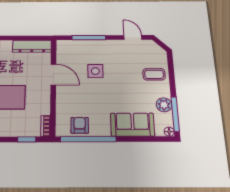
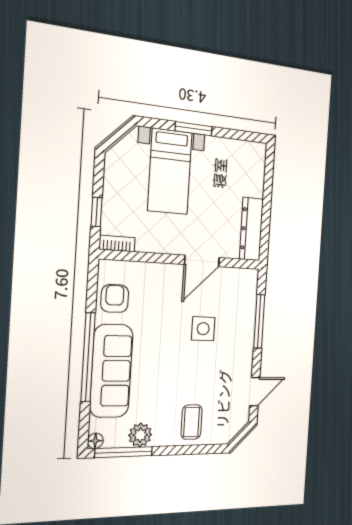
armchair: (80, 125) -> (115, 298), turned -90
sofa: (132, 125) -> (111, 371), width x1.36
window: (88, 139) -> (88, 357), moved

